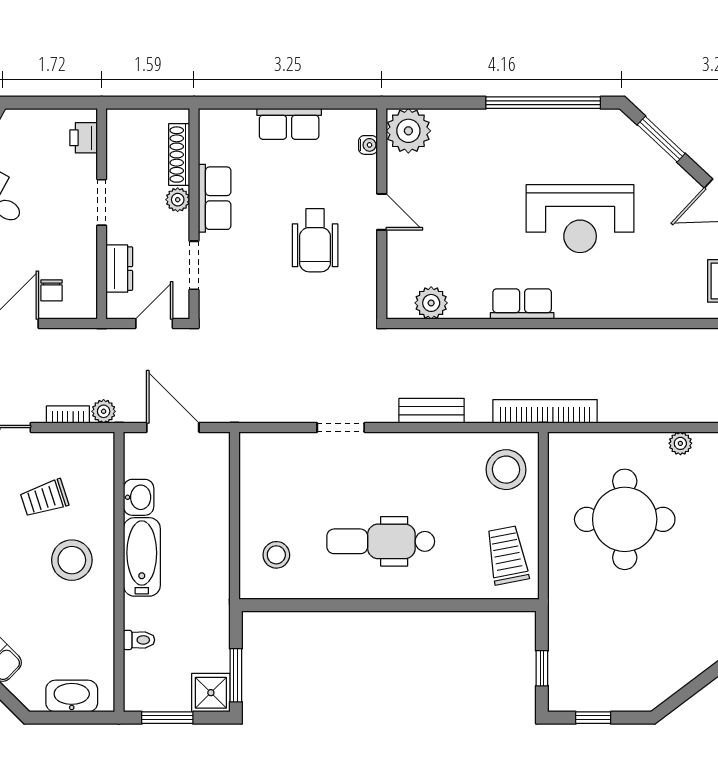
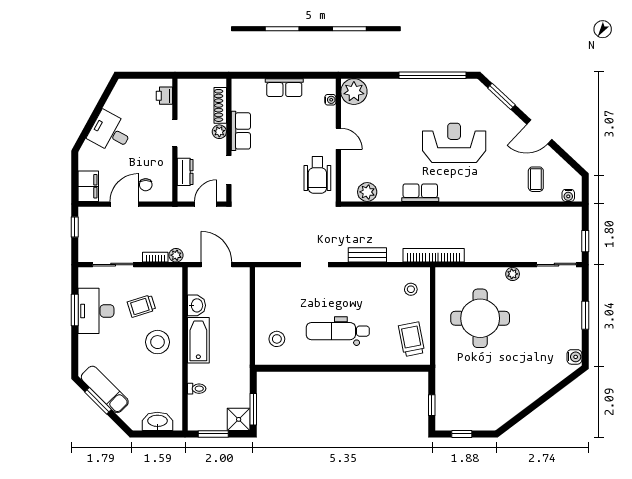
reception desk: (580, 219) -> (454, 143), turned 180
wheelchair: (315, 240) -> (317, 175), moved
stool: (506, 470) -> (411, 289), width x0.53, depth x0.53

